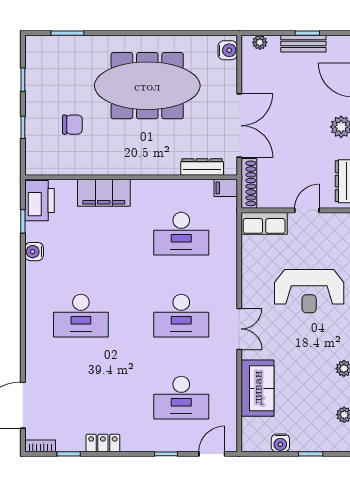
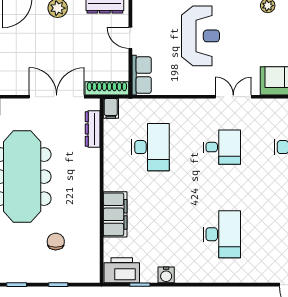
desk: (181, 316) -> (222, 147), width x0.73

